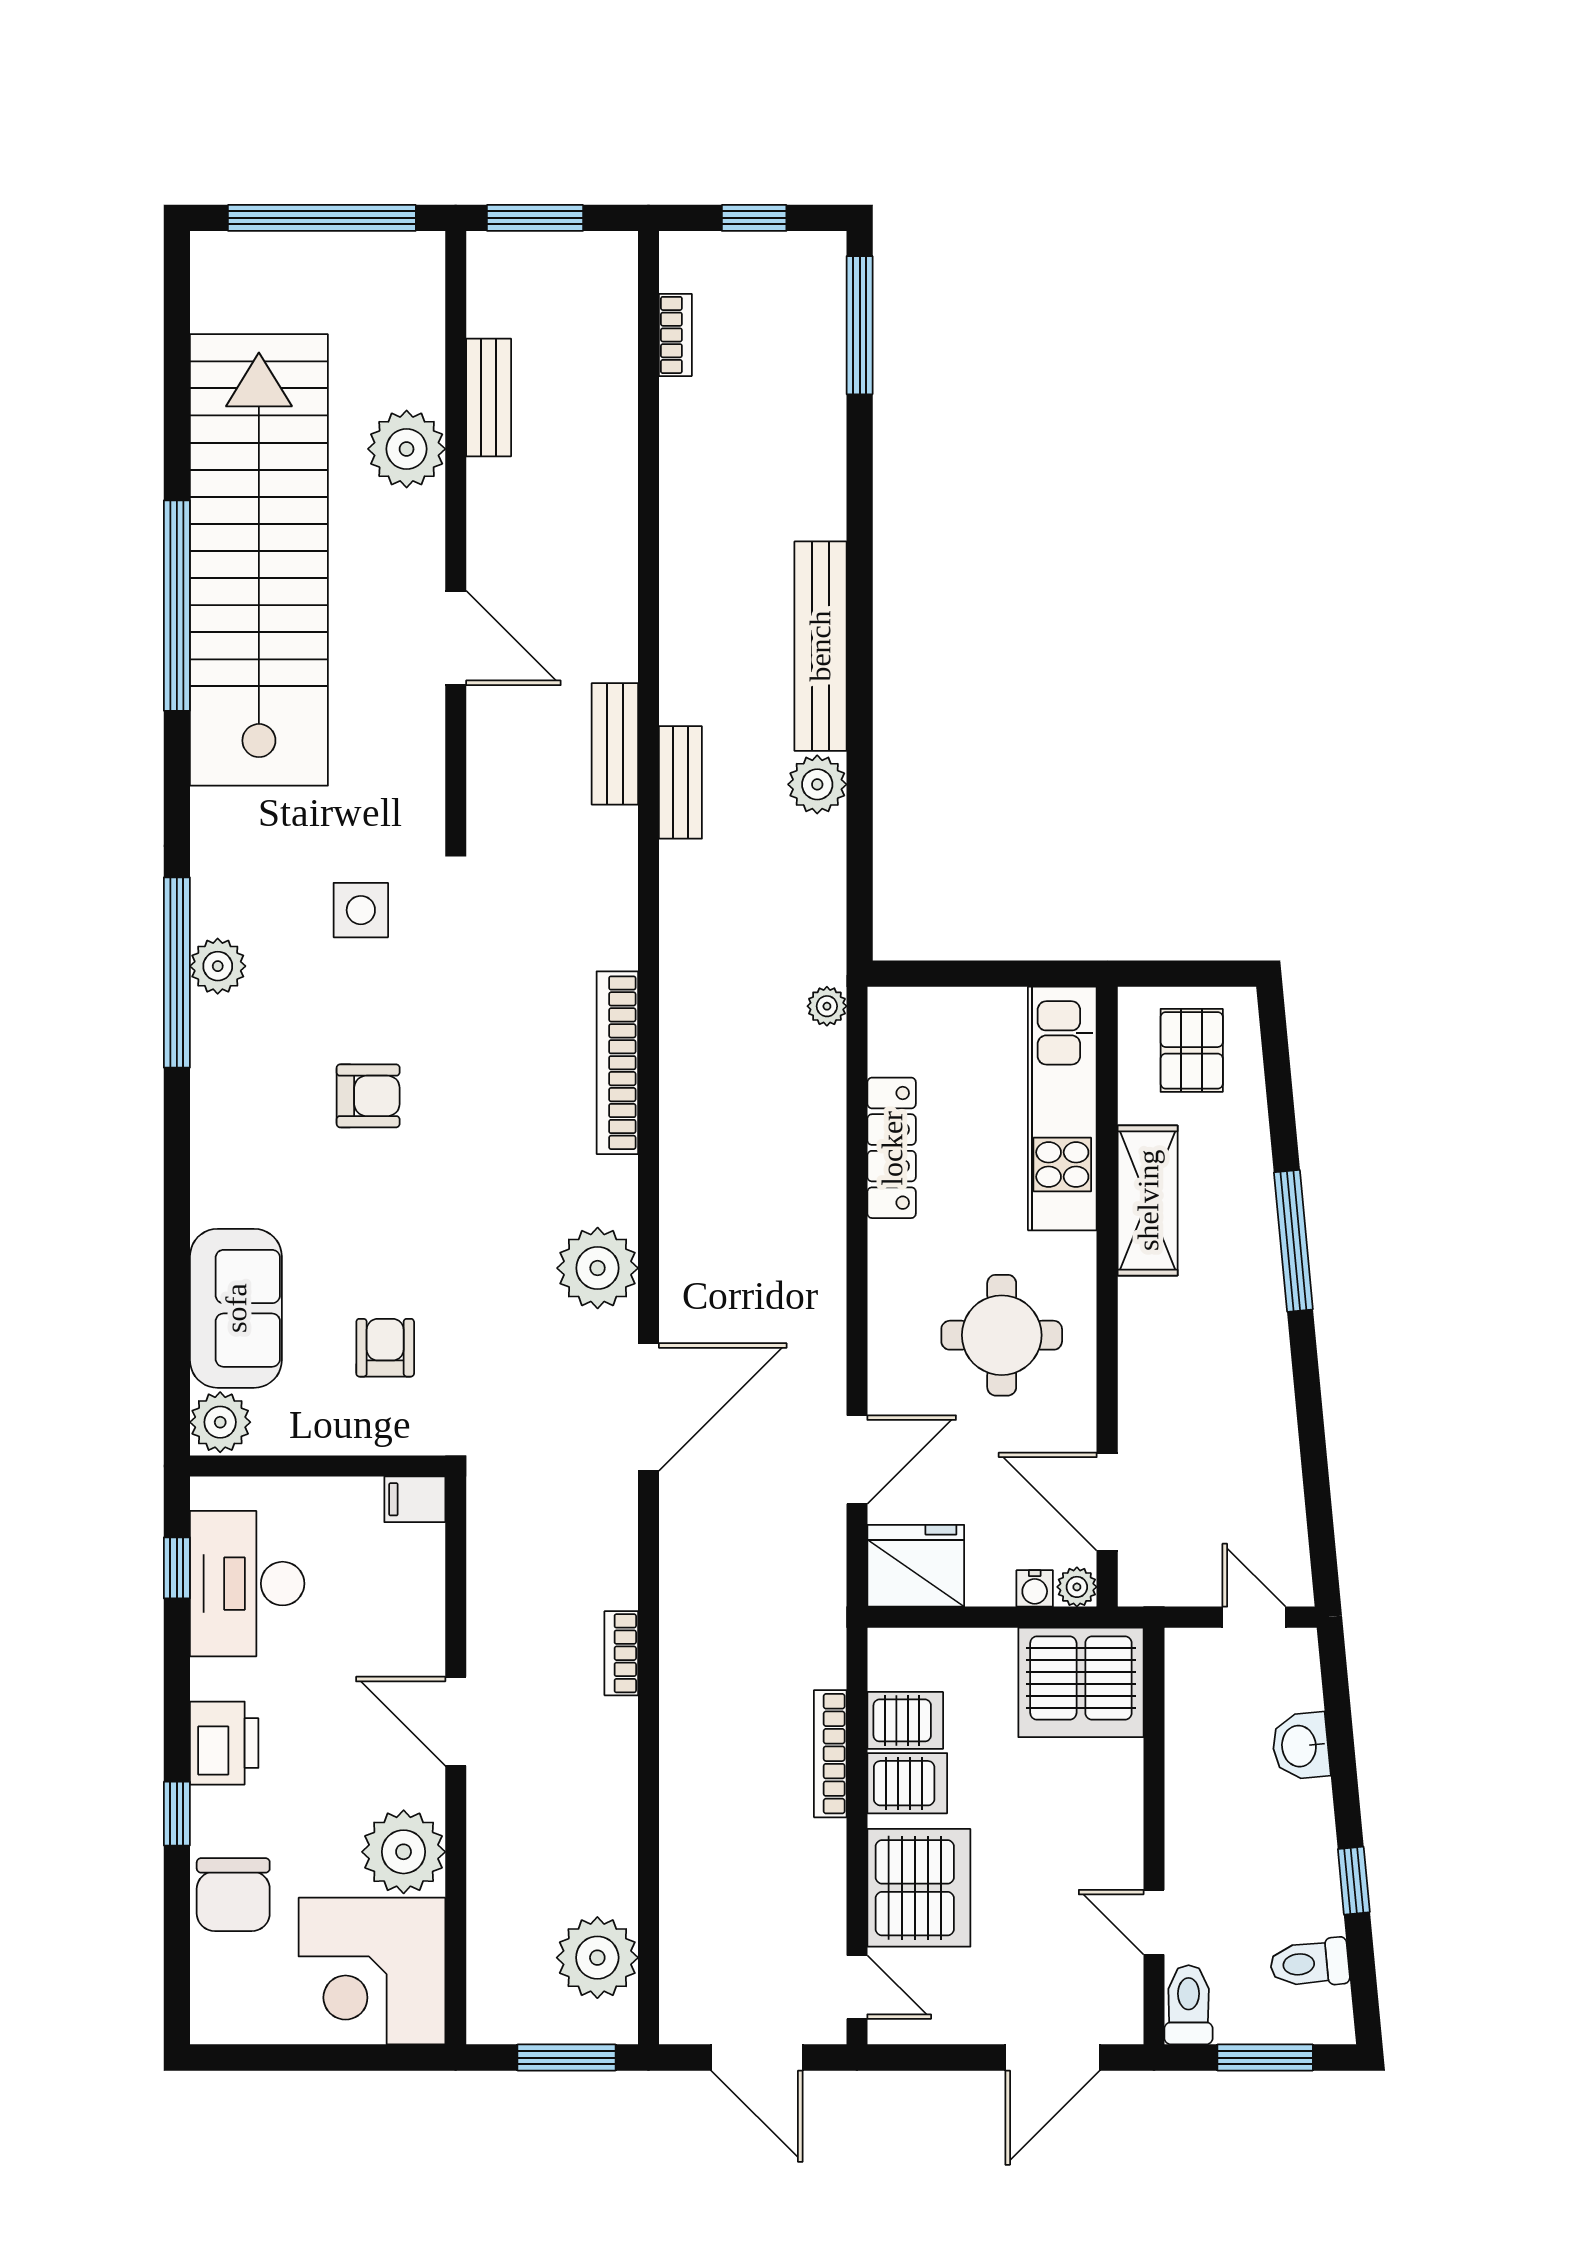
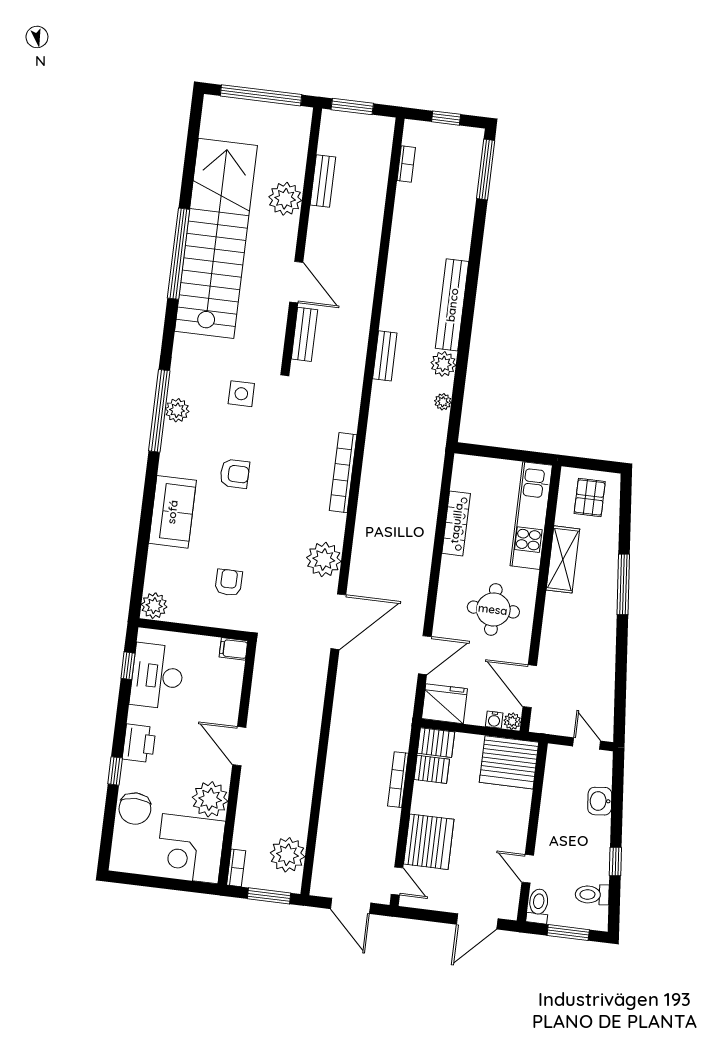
bench: (615, 744) -> (304, 334), moved
plant: (827, 1006) -> (443, 402), moved
sofa: (236, 1308) -> (172, 512), moved
bookcase: (621, 1653) -> (236, 868), moved, turned 180
server rack: (907, 1783) -> (436, 743), moved

